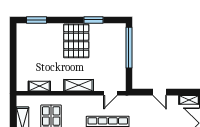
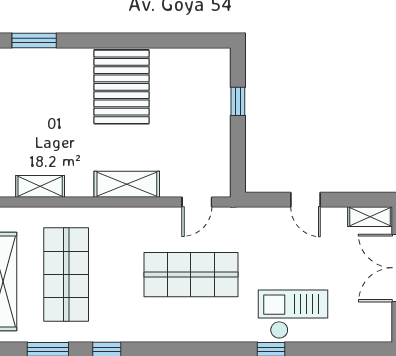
window: (94, 20) -> (160, 40), removed
window: (129, 48) -> (238, 101), width x0.32

